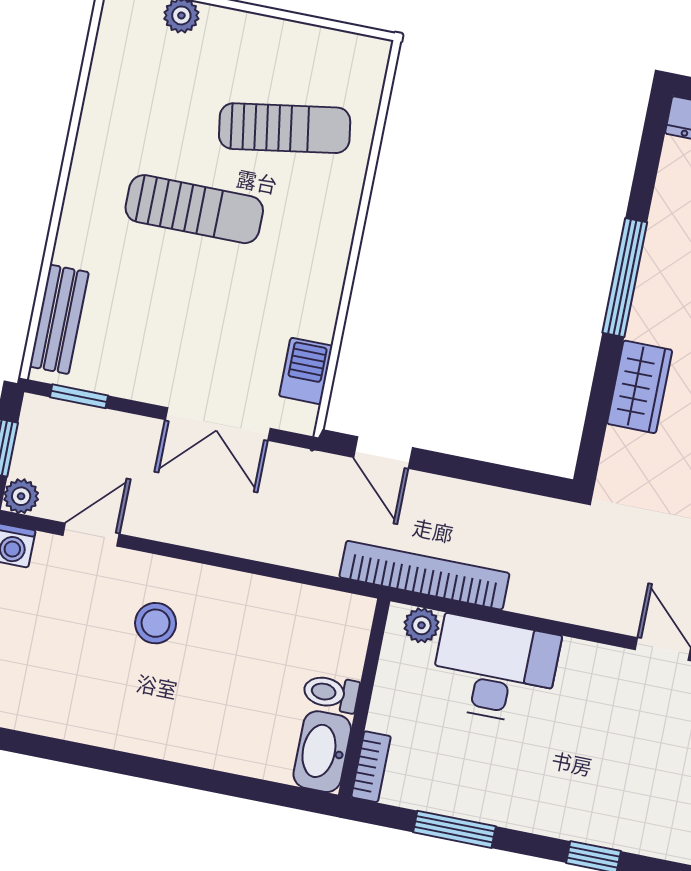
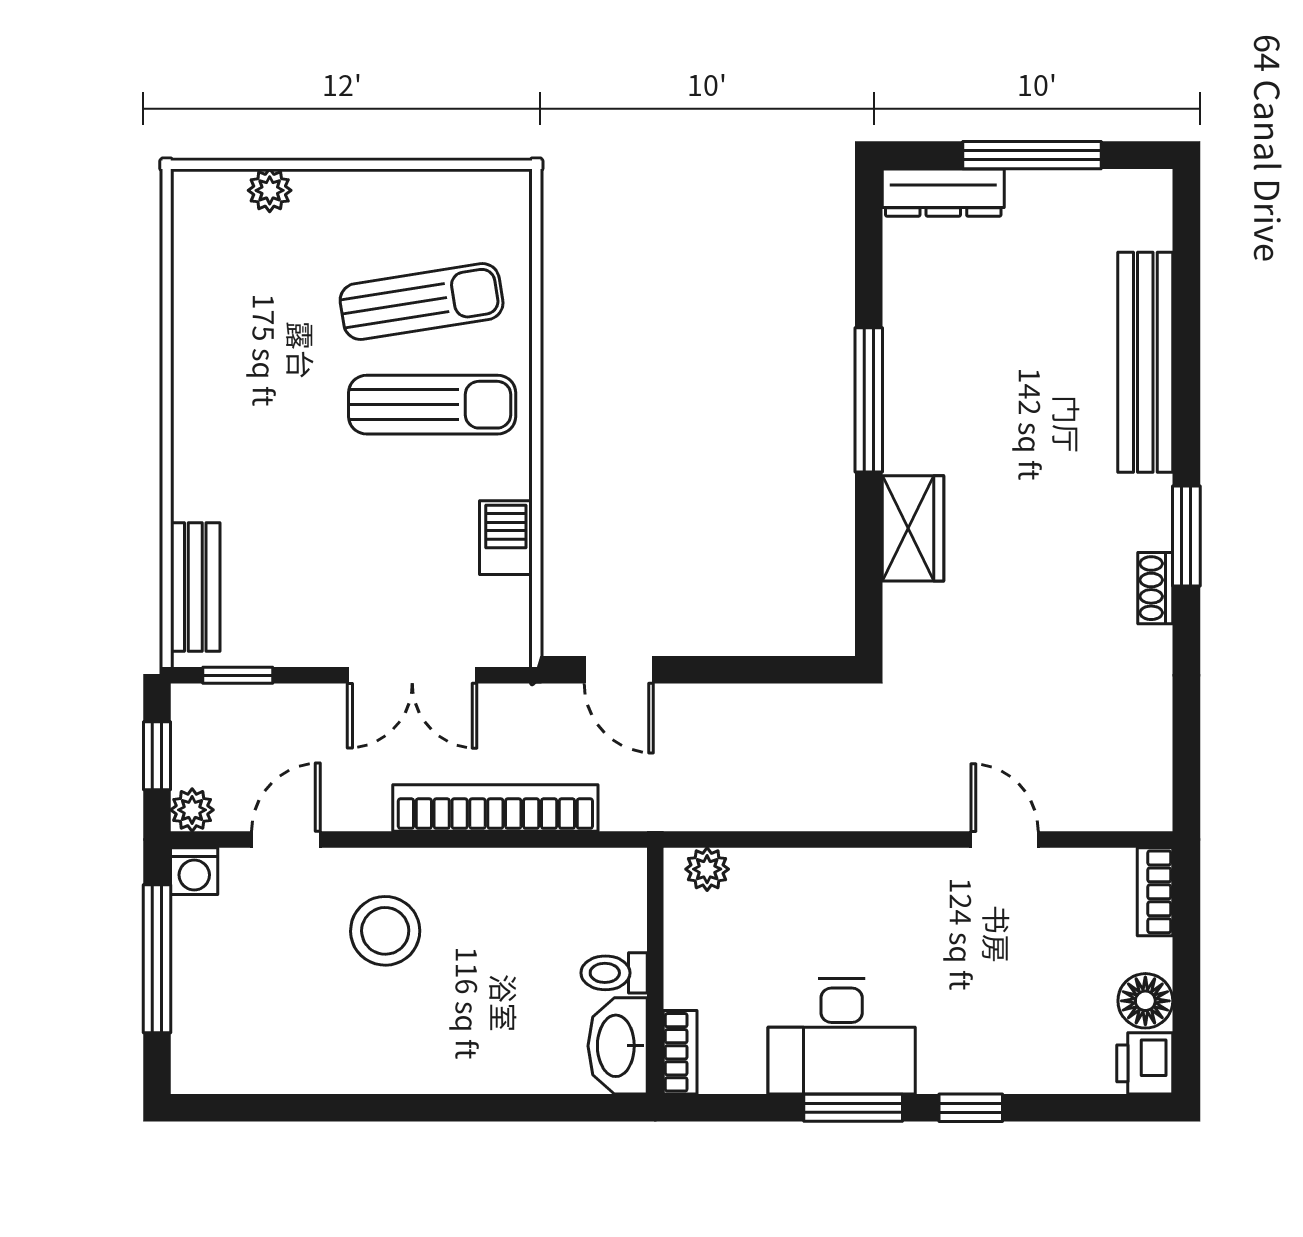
sun lounger: (194, 209) -> (432, 405), moved
barbecue: (306, 371) -> (506, 538), moved
bookcase: (424, 575) -> (495, 808), moved
stool: (156, 623) -> (385, 931), width x1.38, depth x1.38
desk: (495, 670) -> (842, 1036), moved, turned 180
window: (454, 829) -> (853, 1108), moved

